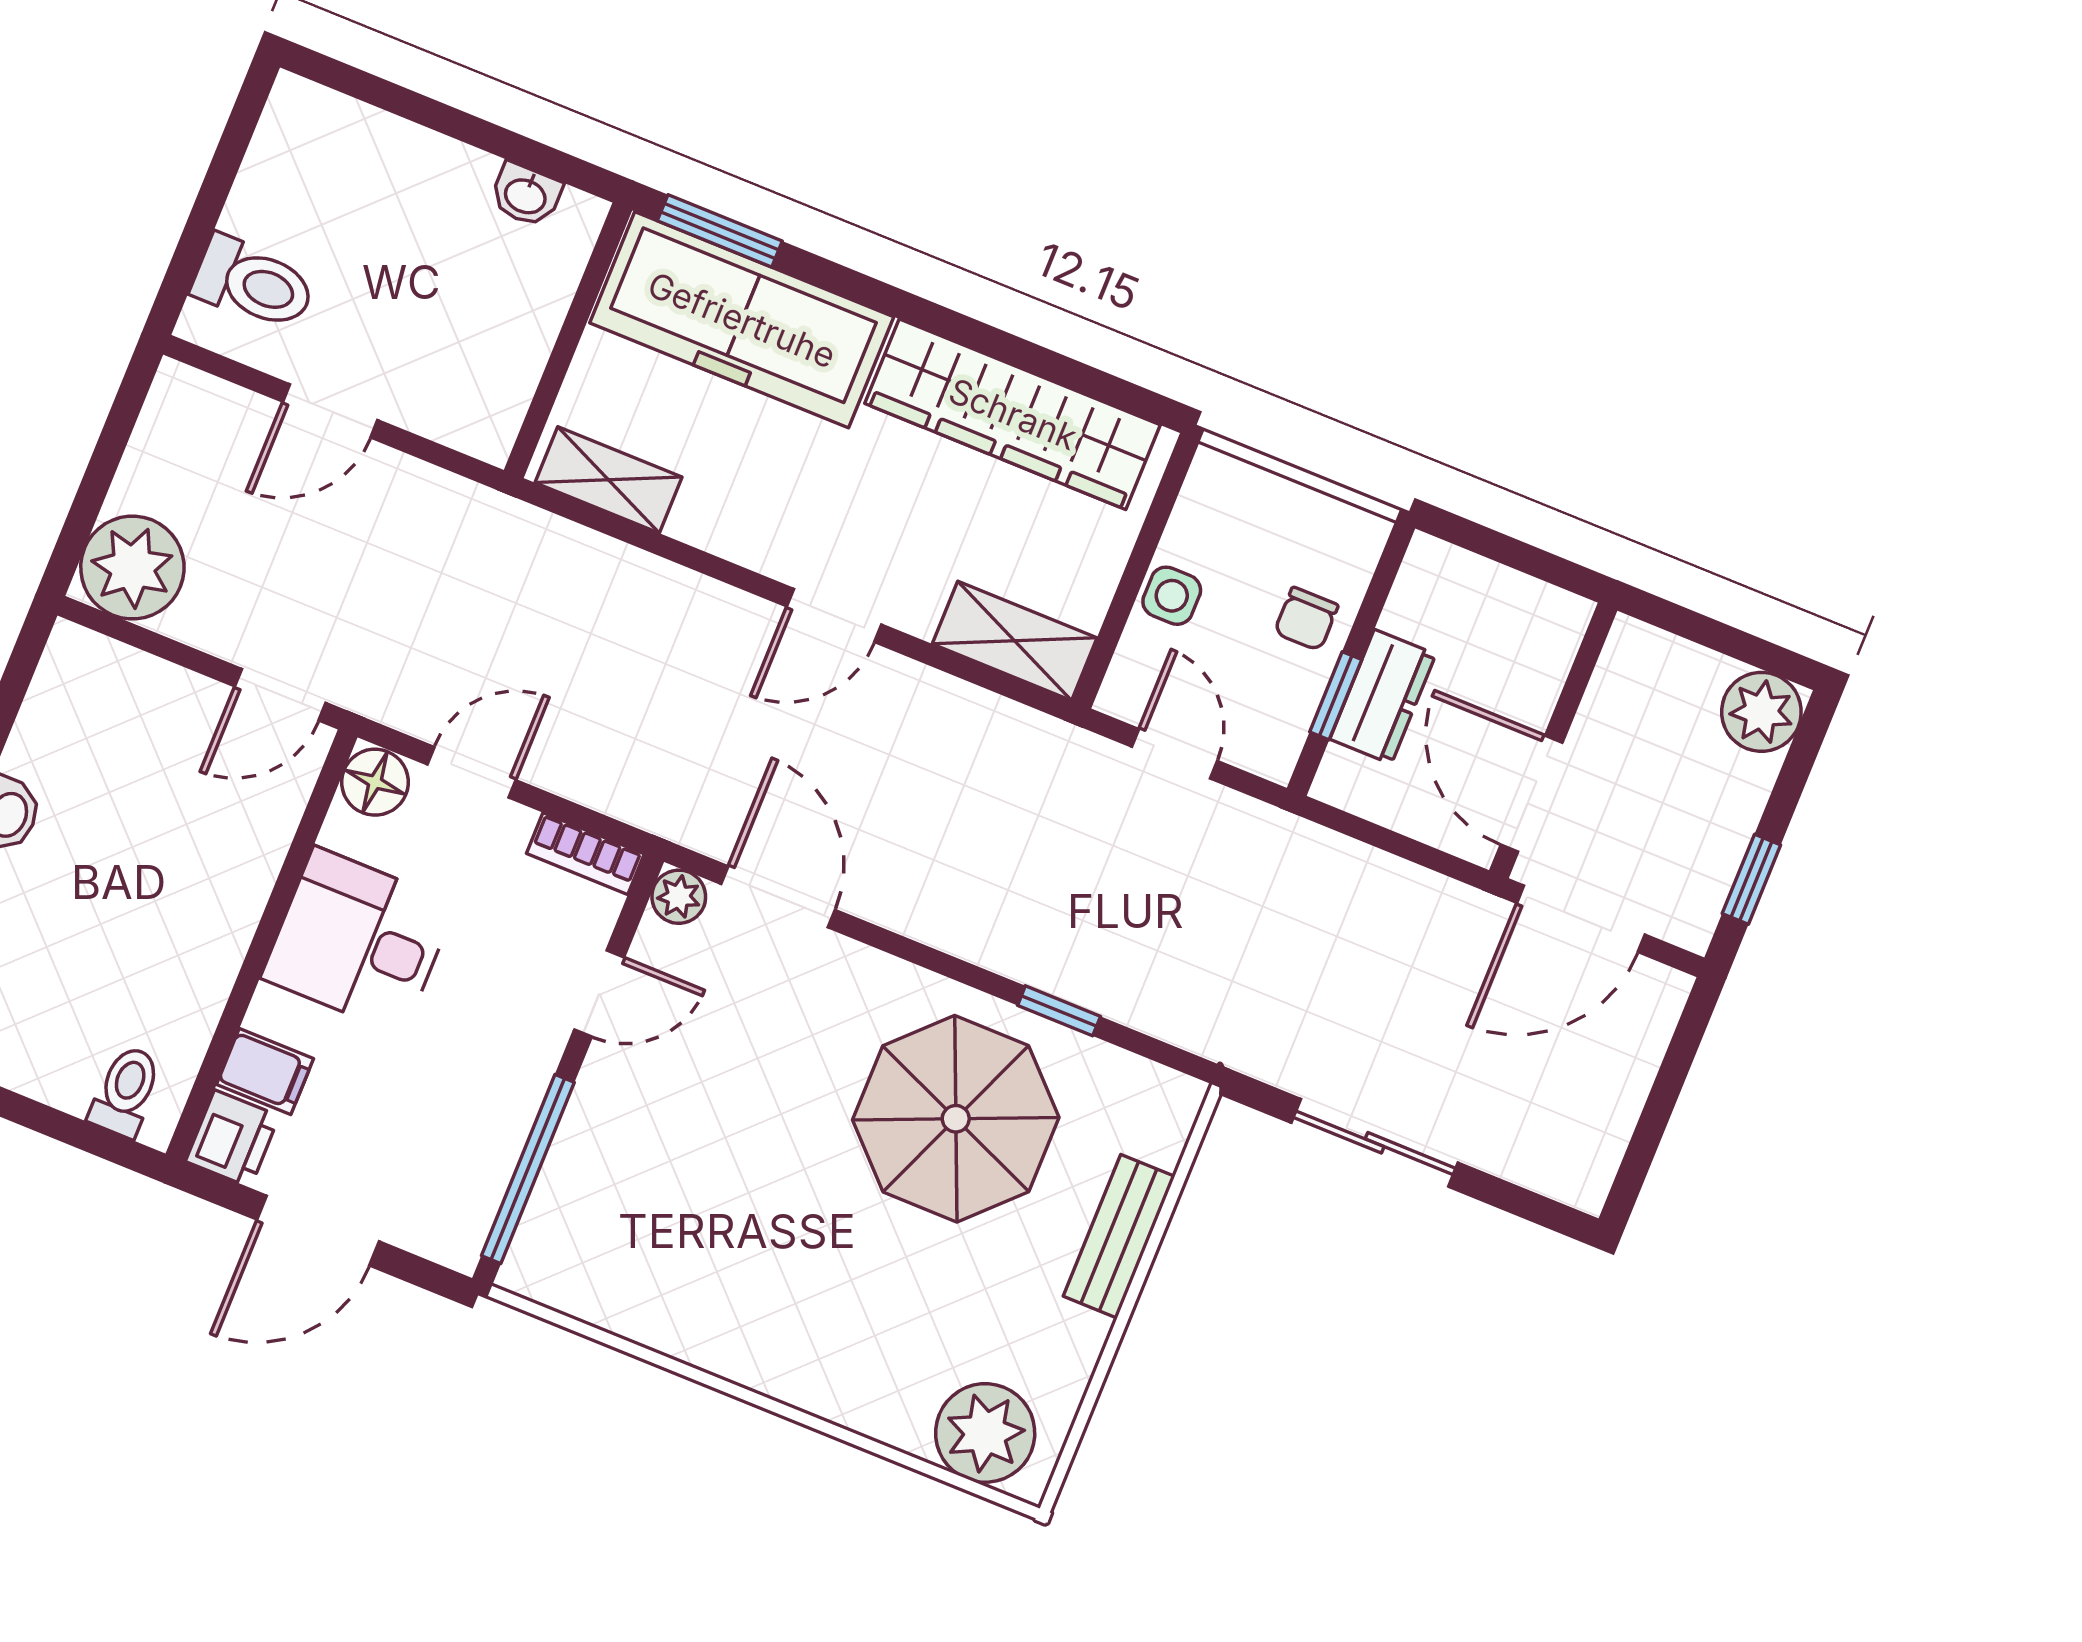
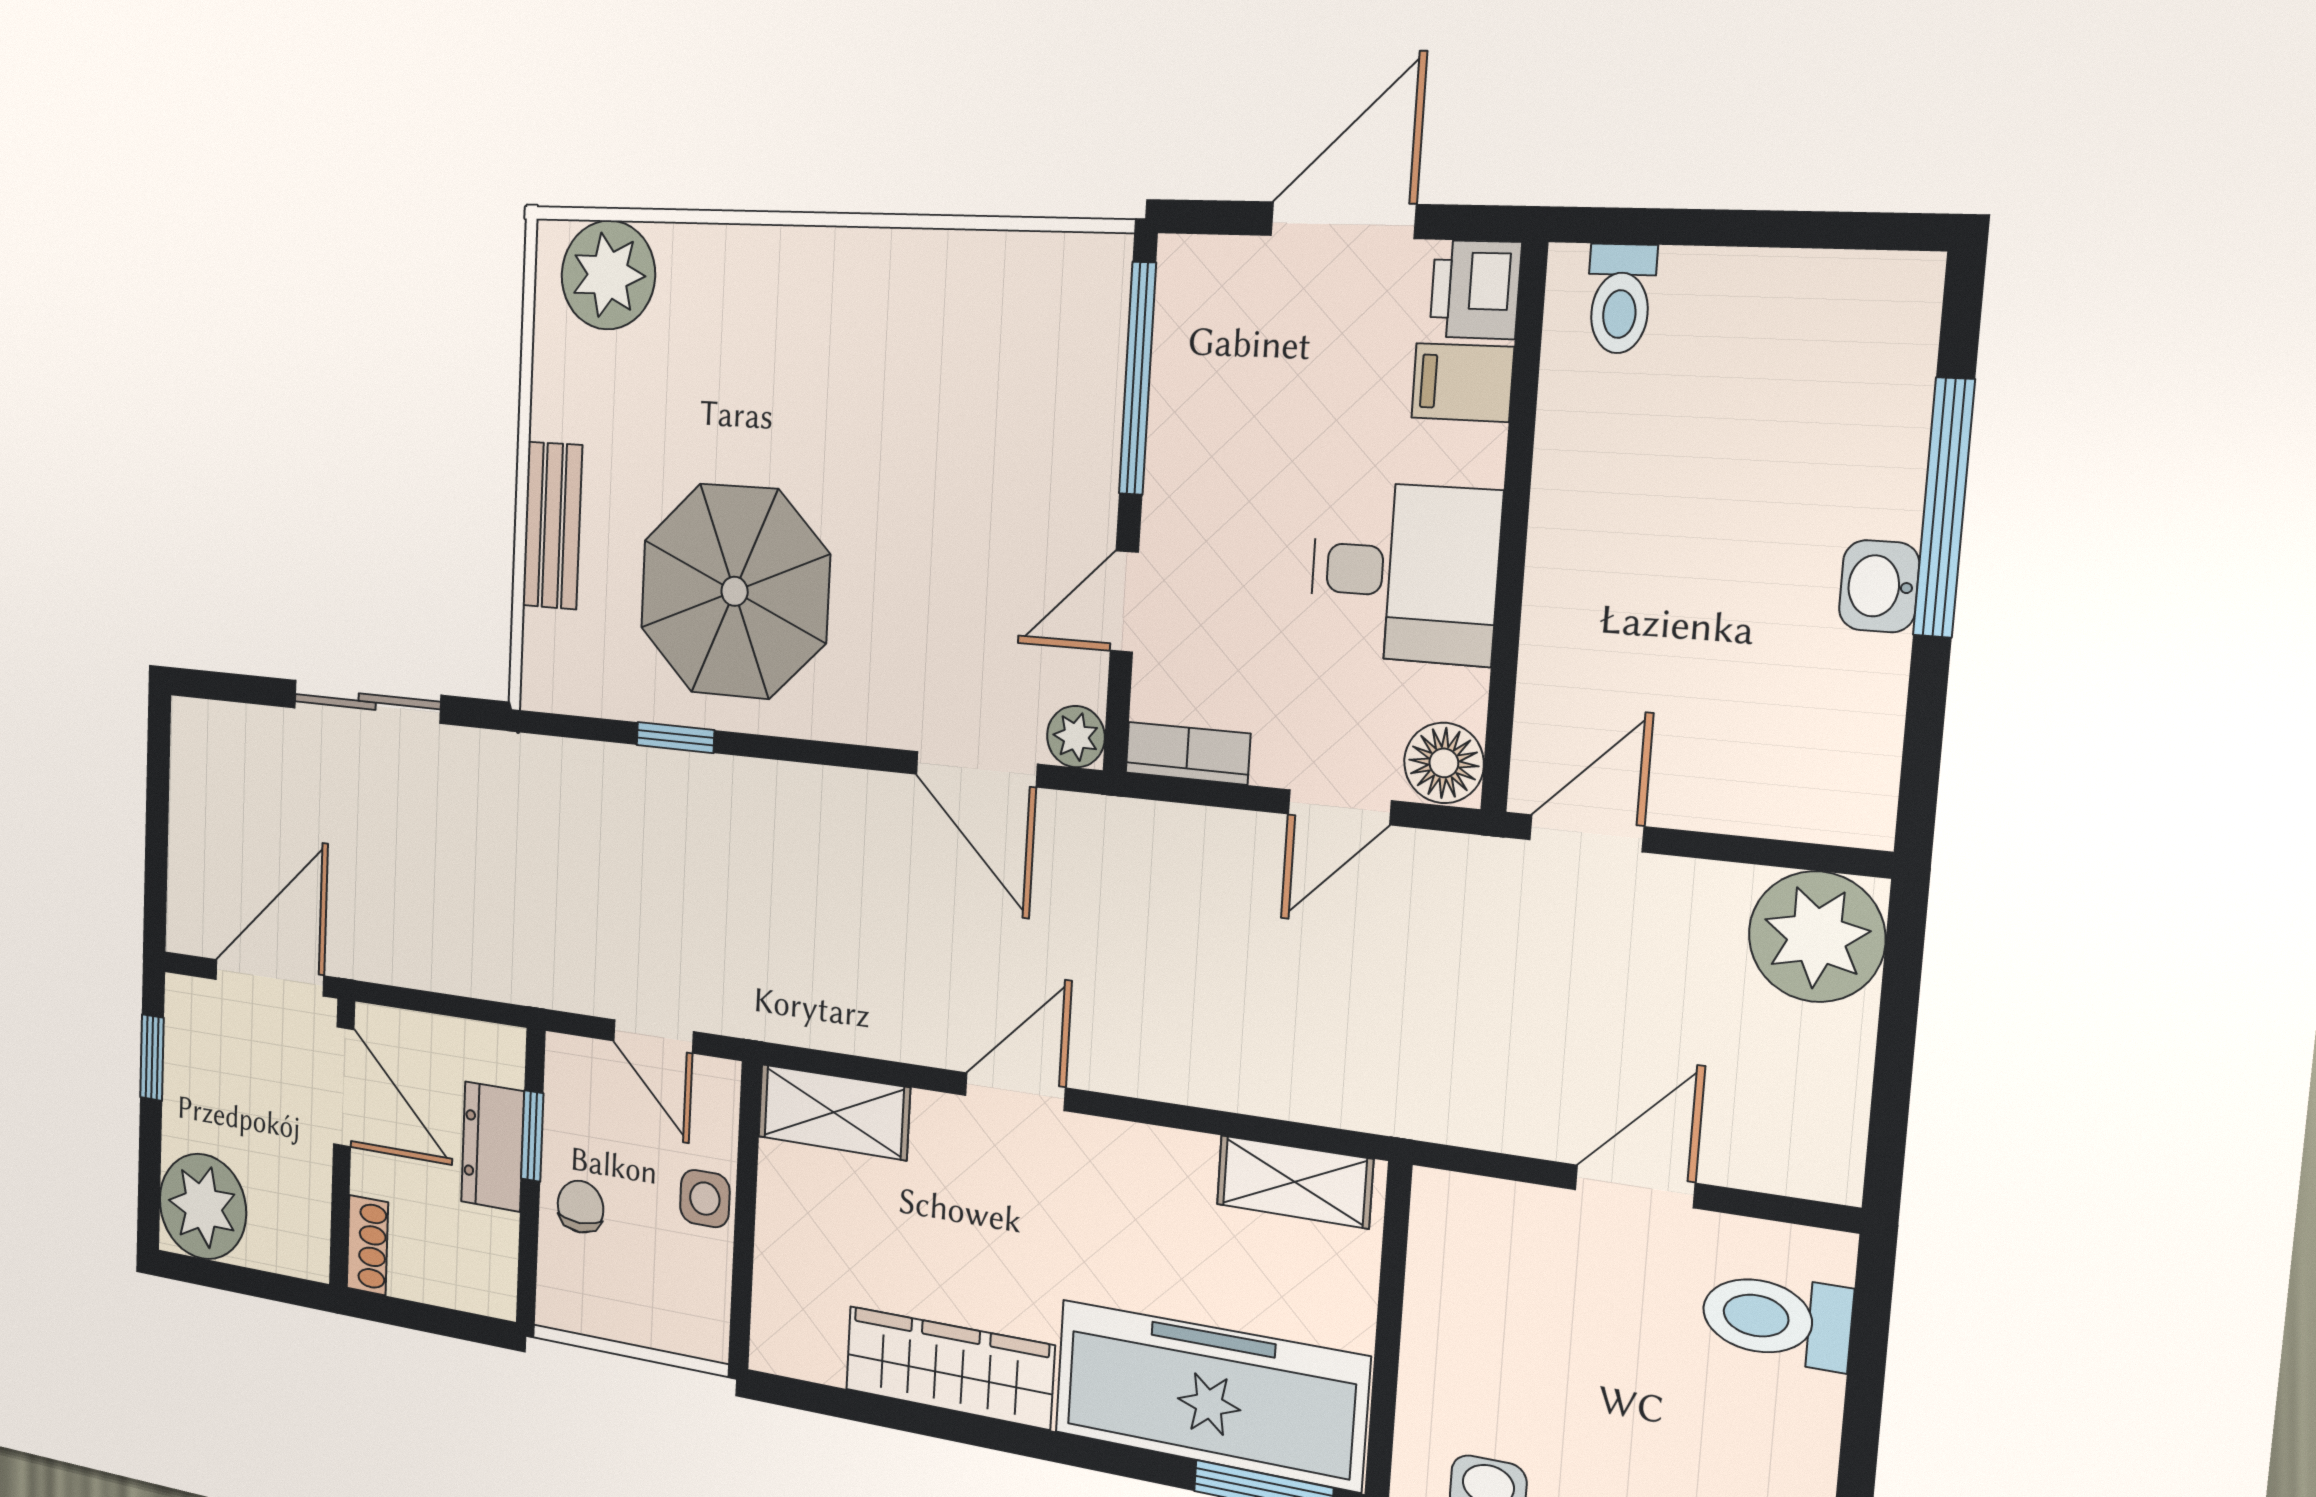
wardrobe: (1013, 414) -> (949, 1367), width x0.71, depth x0.85
shoe rack: (1559, 638) -> (367, 1245), added
plant: (1761, 712) -> (203, 1206), width x1.36, depth x1.36

